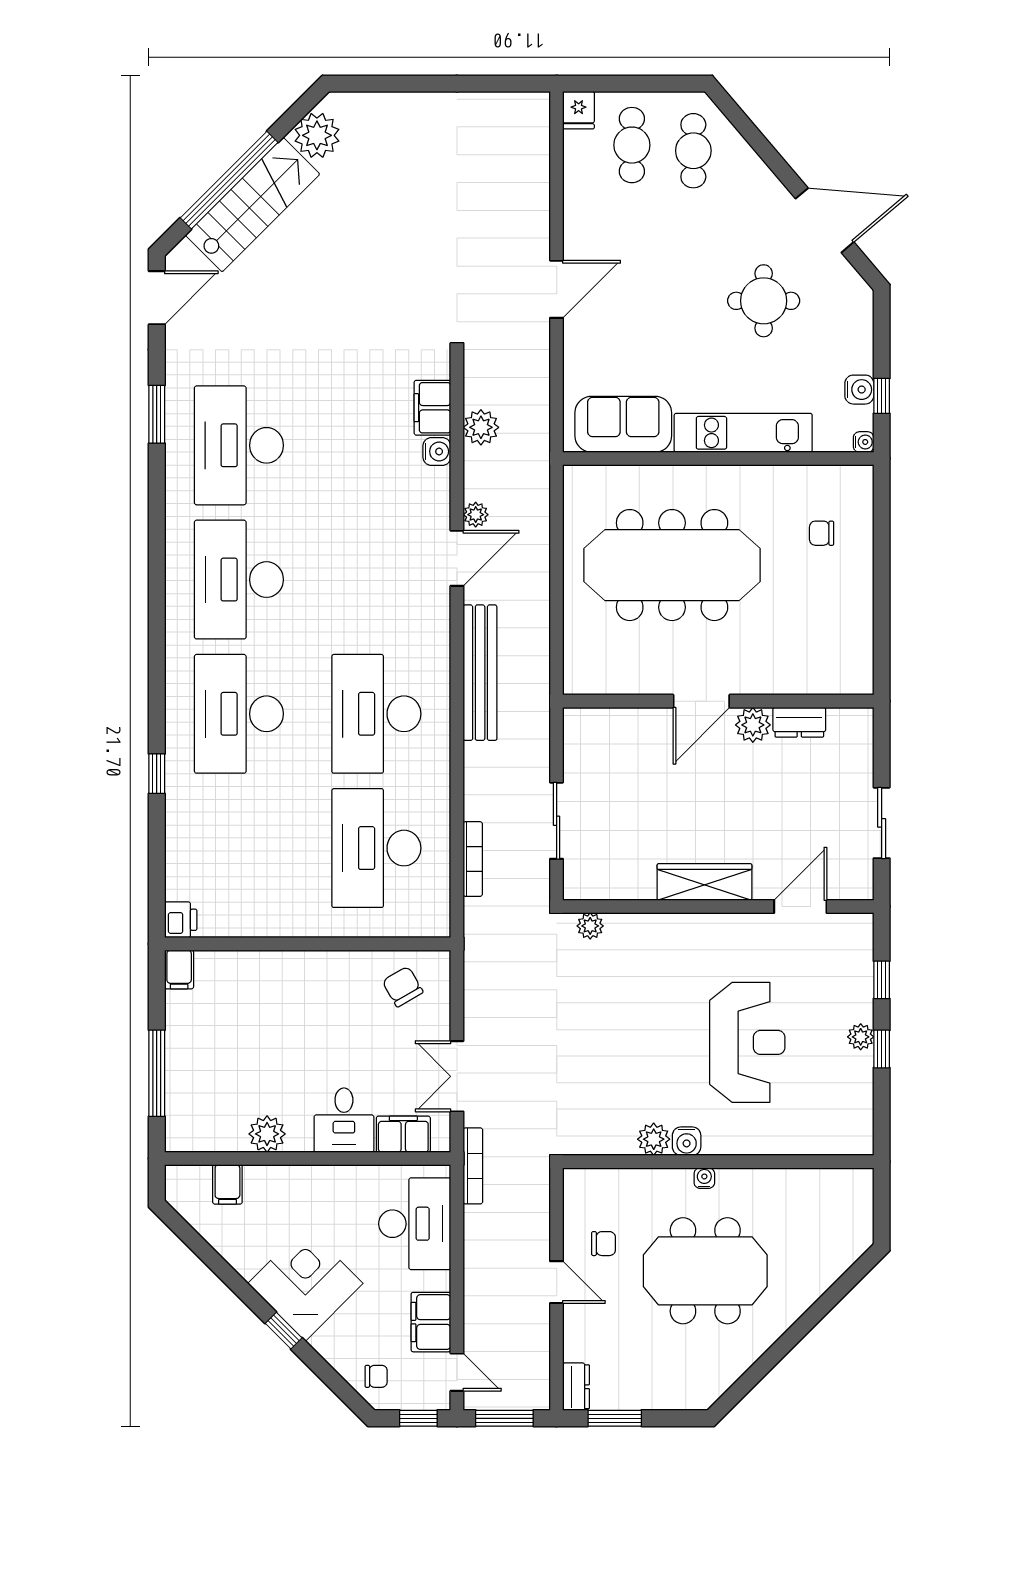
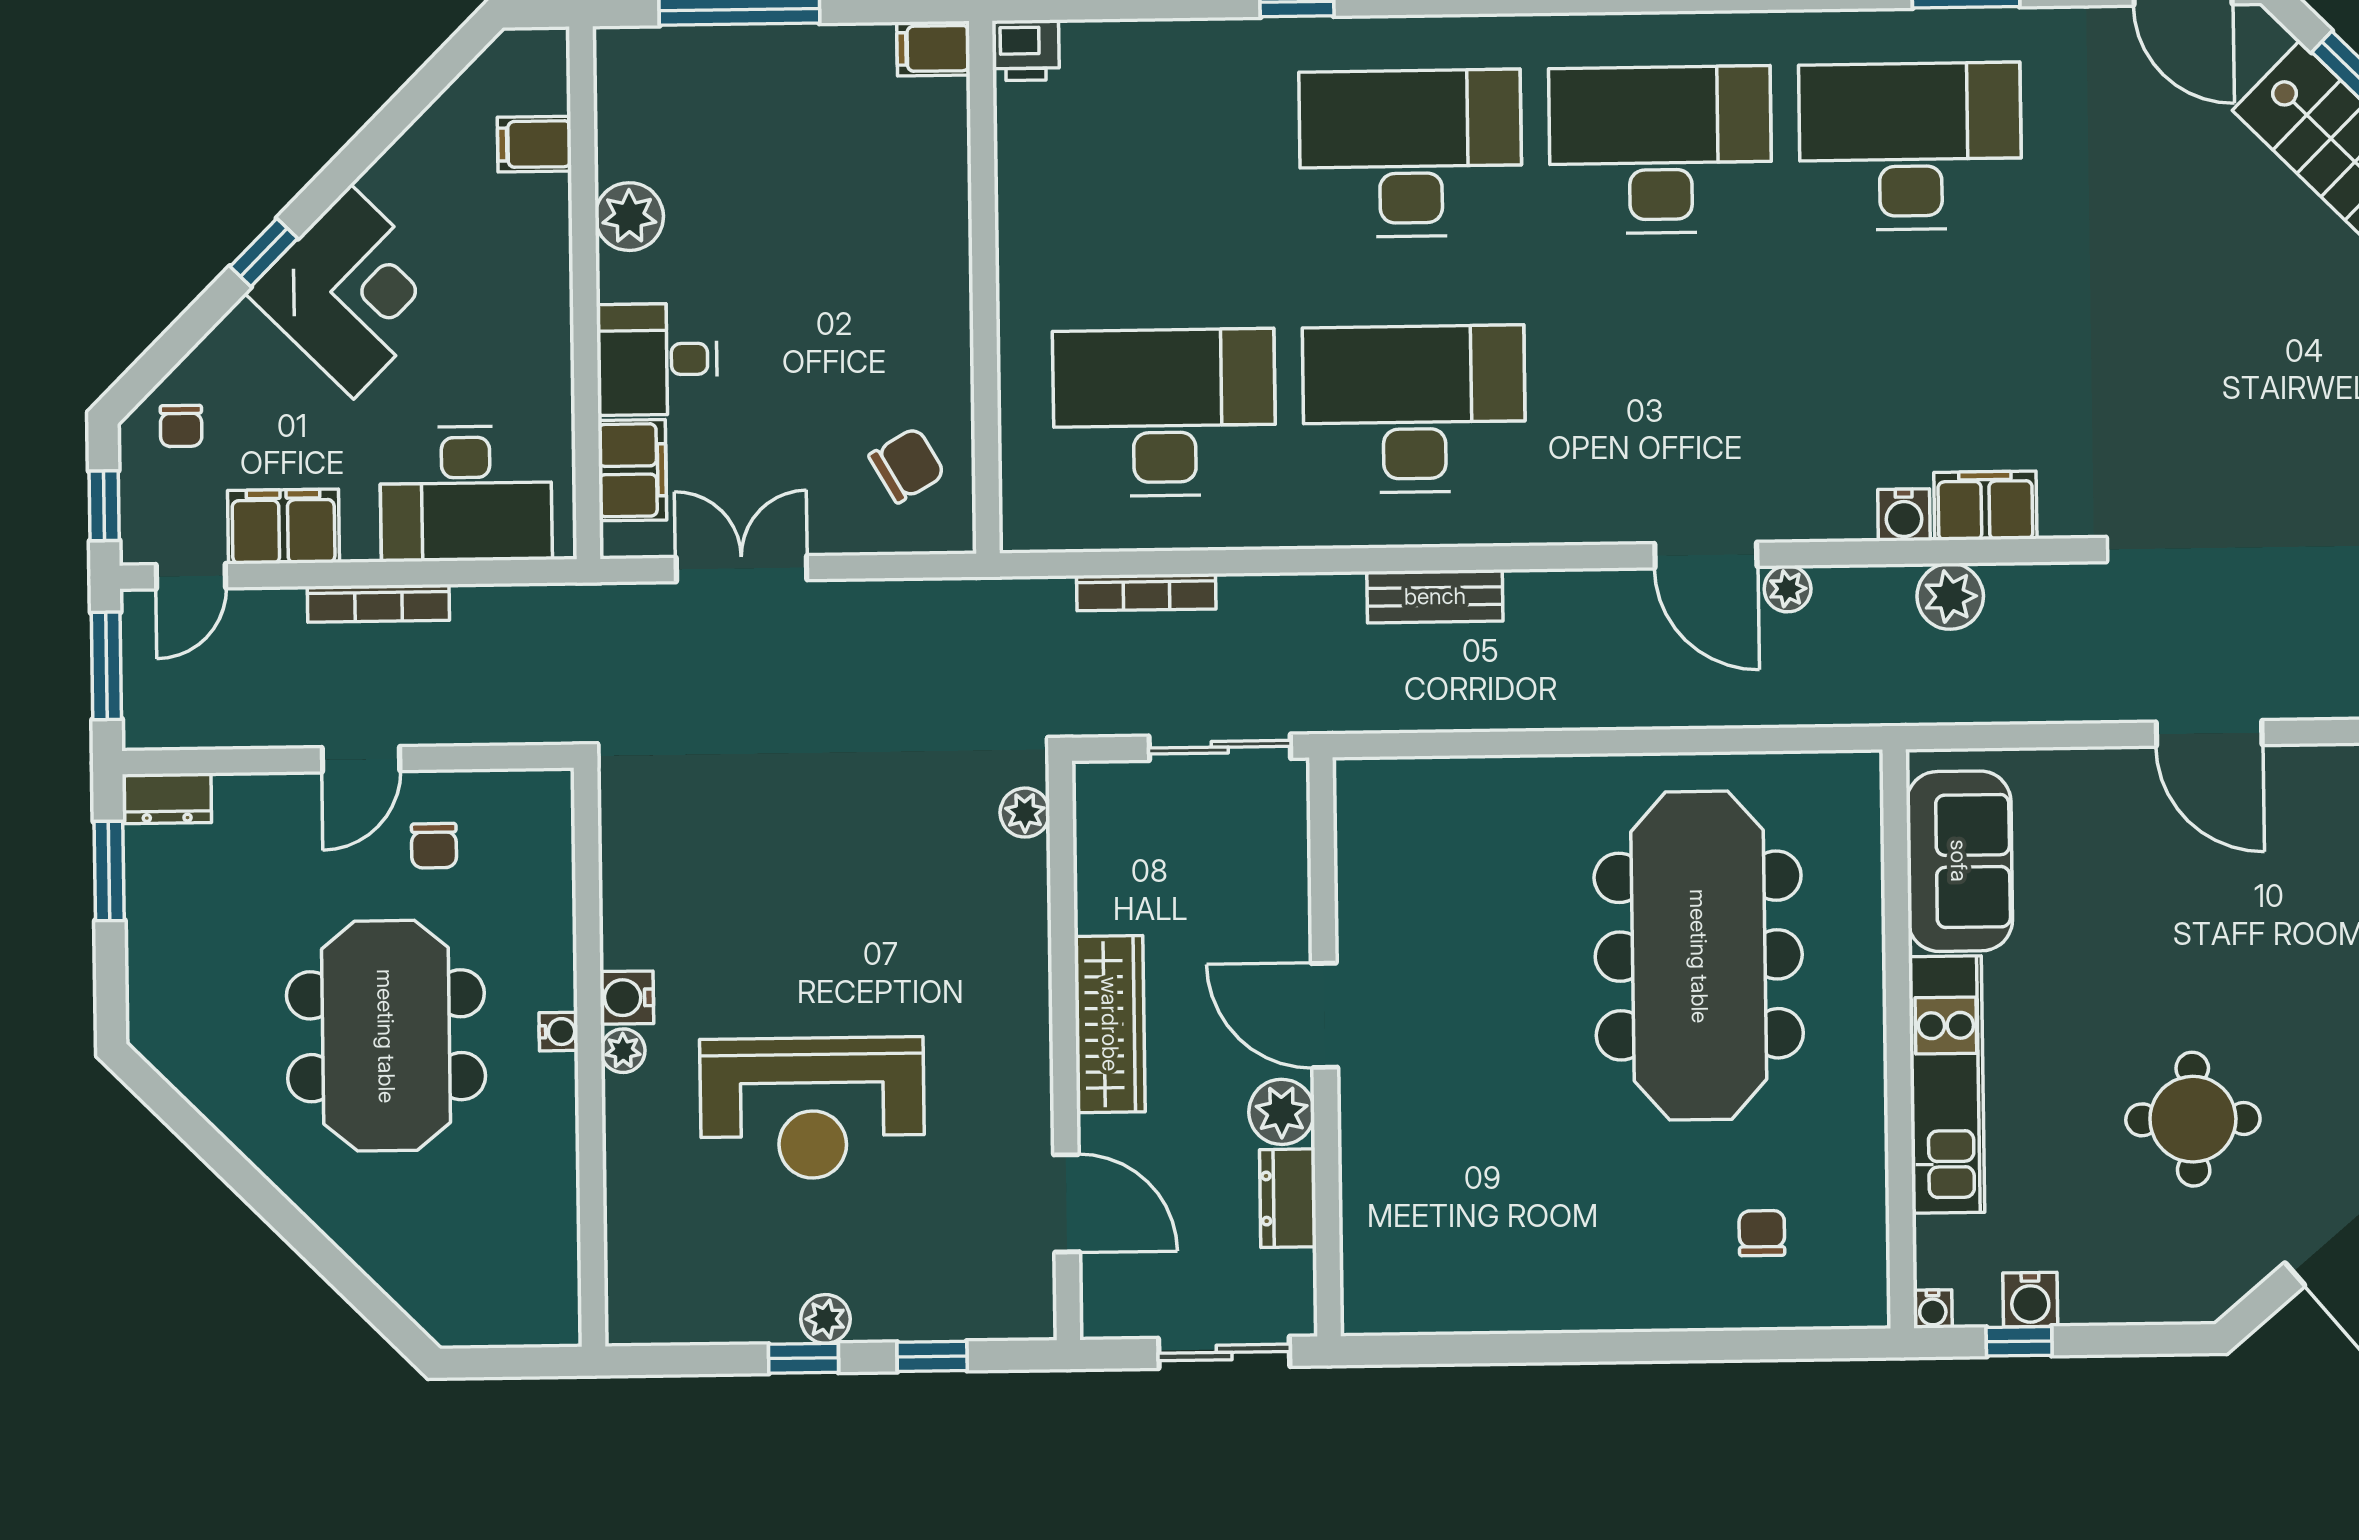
bench: (480, 673) -> (1435, 596), width x0.54, depth x0.82
door: (701, 701) -> (1325, 1015), moved
wall: (718, 701) -> (1325, 1047), moved
dresser: (799, 722) -> (1288, 1198), moved
plant: (753, 725) -> (1282, 1112), moved
plant: (654, 1139) -> (623, 1051), moved, width x0.73, depth x0.73
bookcase: (473, 1166) -> (378, 603), moved

